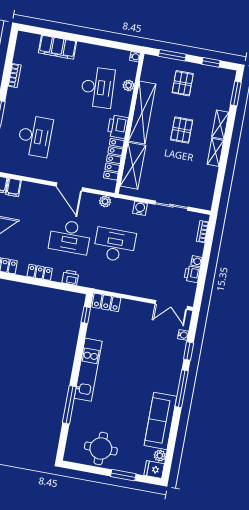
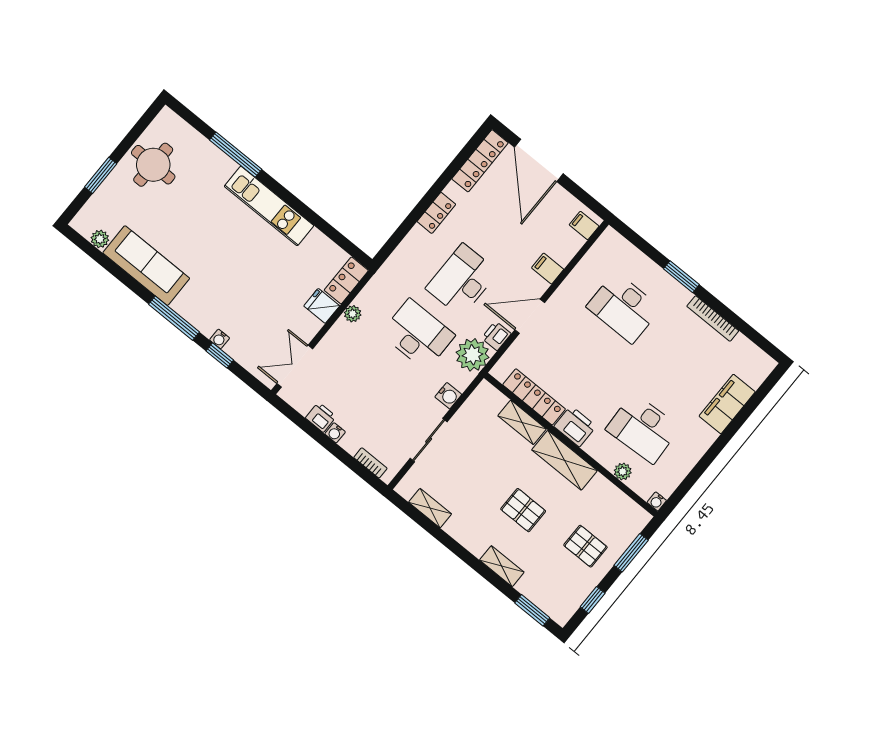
bookcase: (14, 76) -> (713, 319), width x1.56
shelving: (142, 113) -> (564, 460), width x0.68
shelving: (215, 152) -> (430, 508), moved
shelving: (133, 166) -> (522, 422), width x0.67, depth x0.75
filing cabinet: (14, 187) -> (548, 269), moved
plant: (105, 201) -> (472, 355), width x1.87, depth x1.87
desk: (115, 245) -> (418, 334), turned -90
printer: (70, 278) -> (496, 336), moved, turned 180
plant: (123, 288) -> (353, 314), added
window: (86, 315) -> (345, 243), removed
water cooler: (183, 335) -> (220, 339), moved
fridge: (154, 469) -> (322, 306), moved, turned -90

